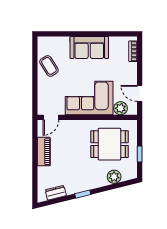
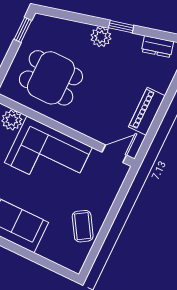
window: (140, 154) -> (23, 30), moved
plant: (114, 177) -> (101, 37), moved

